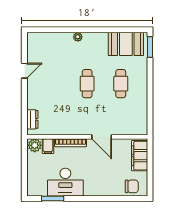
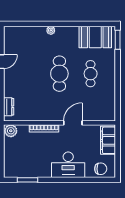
cafe table: (87, 84) -> (59, 74), width x1.37, depth x1.35
door: (102, 137) -> (73, 123), swing flipped
filing cabinet: (48, 146) -> (23, 132), removed
desk: (65, 182) -> (68, 165), moved

